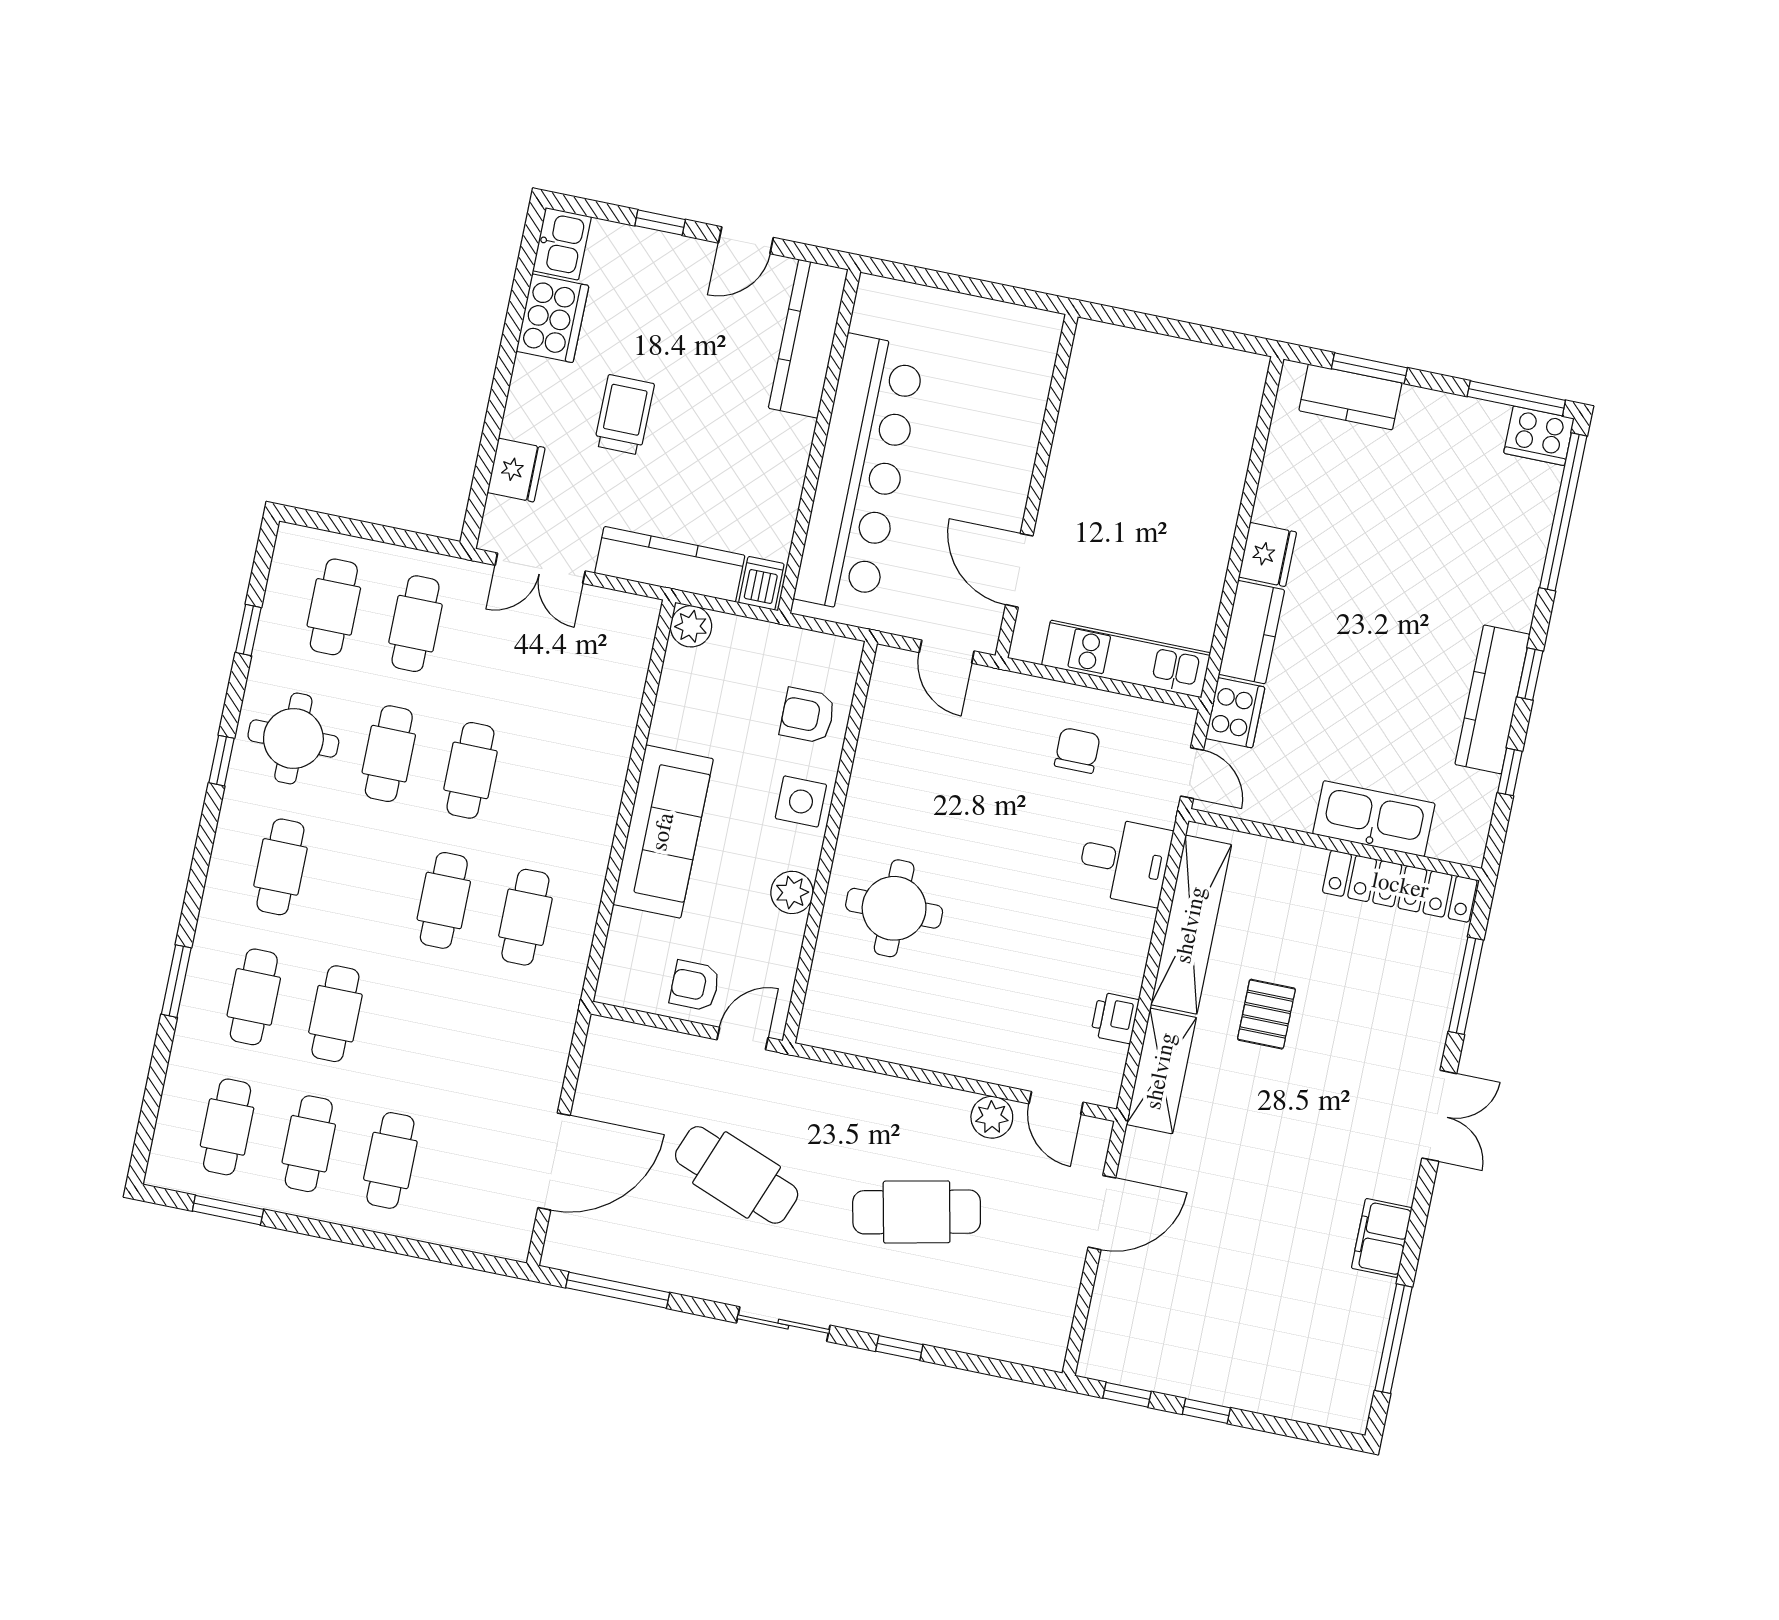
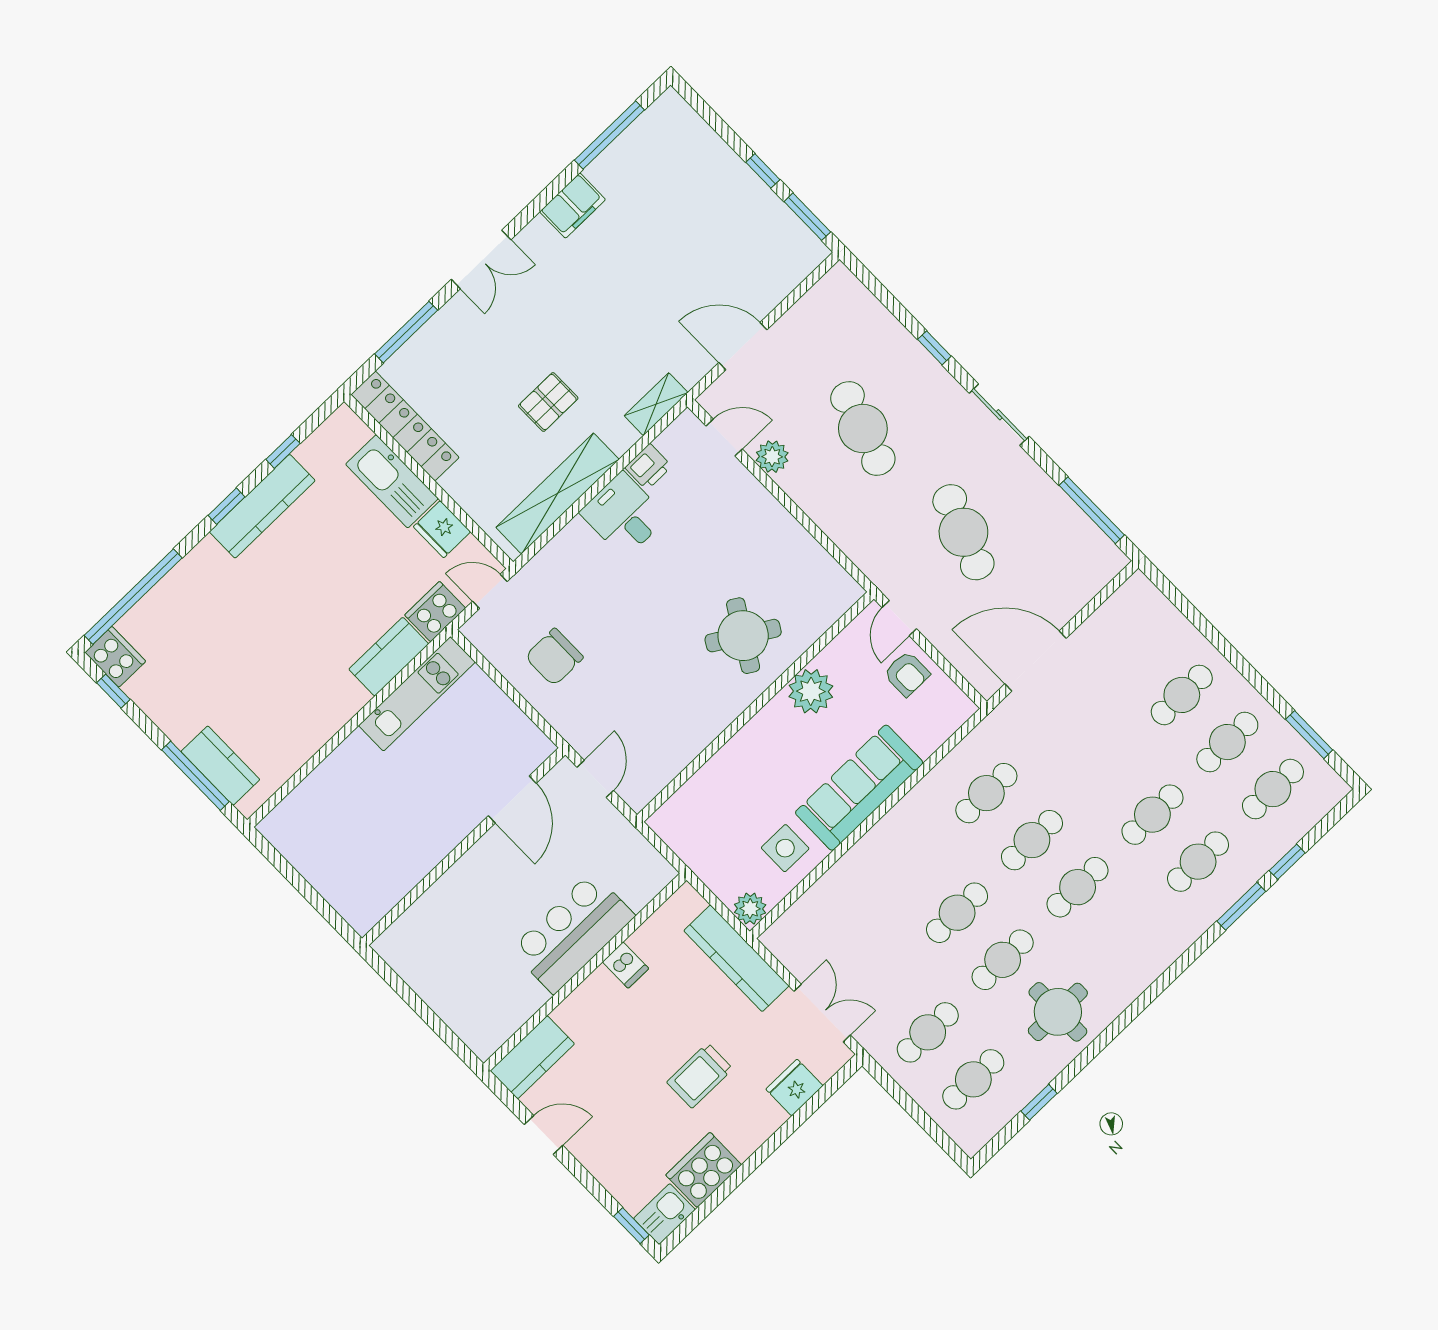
window: (660, 223) -> (631, 1226), moved
kitchen counter: (808, 339) -> (532, 1057), width x0.67
window: (1369, 368) -> (195, 776), width x1.44
window: (1516, 398) -> (113, 691), width x0.46
bar counter: (860, 474) -> (573, 933), width x0.54
fridge: (1268, 555) -> (442, 529), moved, turned -90
dishwasher: (761, 583) -> (626, 965), moved, turned -90
kitchen unit: (1126, 659) -> (417, 694), moved, turned -90
armchair: (807, 715) -> (714, 799), removed
chair: (1077, 750) -> (554, 657), width x1.37, depth x1.37
window: (222, 761) -> (1287, 862), moved
door: (1192, 773) -> (490, 591), hinge flipped
side table: (801, 801) -> (785, 848), moved
desk: (1124, 861) -> (623, 515), moved
cafe table: (280, 867) -> (1078, 887), moved
plant: (792, 892) -> (811, 691), width x1.36, depth x1.36
round table: (894, 908) -> (743, 636), turned 31
door: (742, 1039) -> (899, 618), hinge flipped
shelving: (1161, 1071) -> (656, 404), width x0.67, depth x0.75
door: (1056, 1103) -> (724, 437), hinge flipped
double door: (1439, 1116) -> (481, 259), swing flipped
door: (554, 1161) -> (1036, 661), moved
cafe table: (917, 1212) -> (863, 429), turned 30
window: (1127, 1395) -> (807, 217), width x1.50

